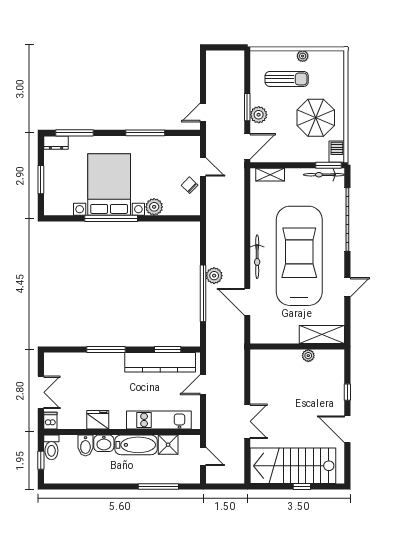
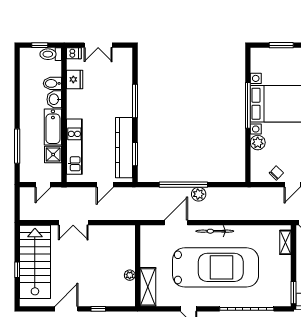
bicycle: (324, 175) -> (285, 289), removed
door: (203, 385) -> (105, 185), swing flipped
fridge: (98, 420) -> (75, 79), moved

